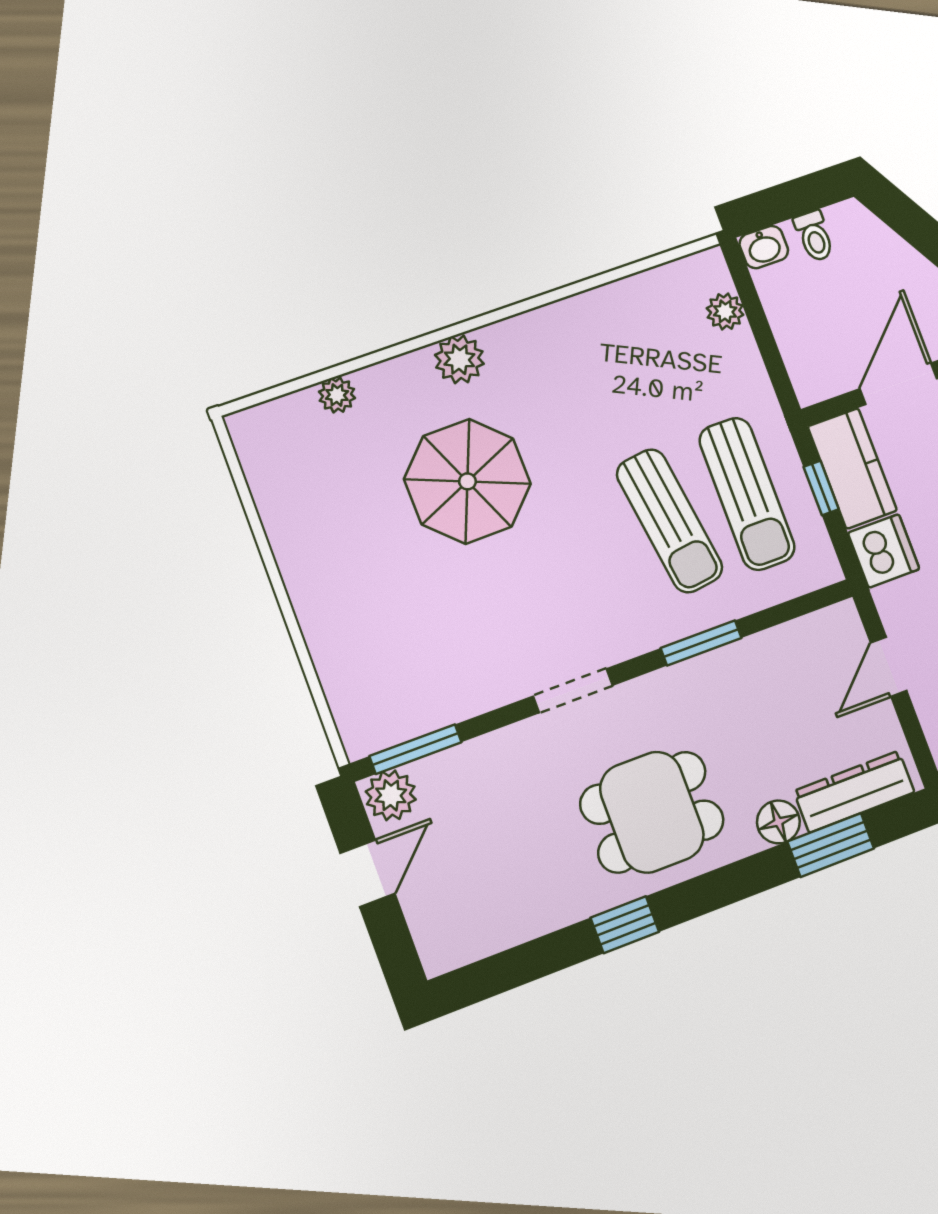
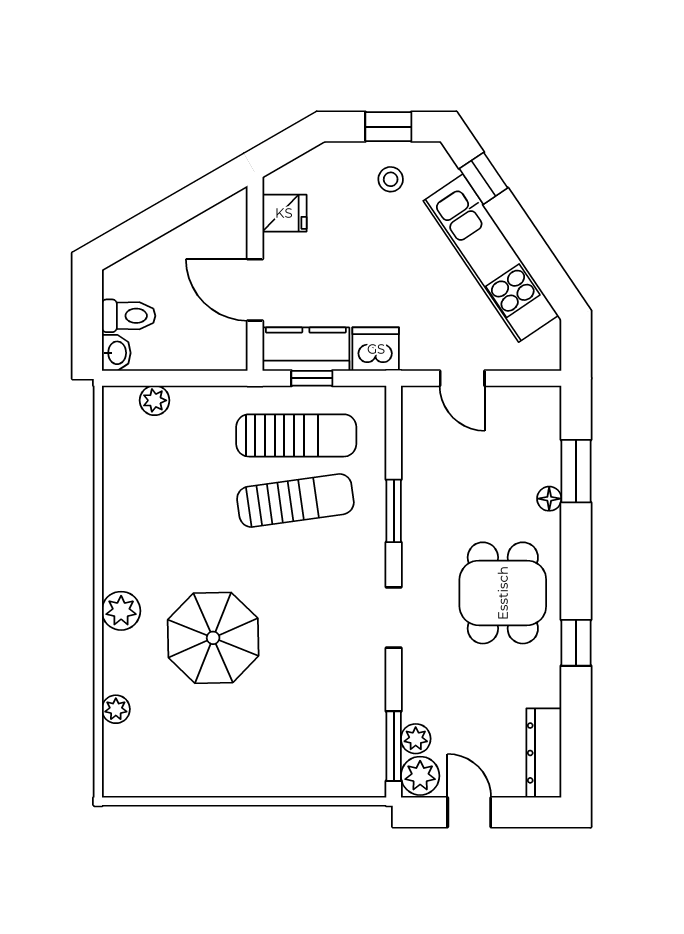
toilet: (814, 236) -> (129, 316), width x1.37, depth x1.39
plant: (435, 773) -> (416, 739), added
dresser: (854, 792) -> (544, 753), moved
floor lamp: (778, 822) -> (549, 499), width x0.73, depth x0.73

